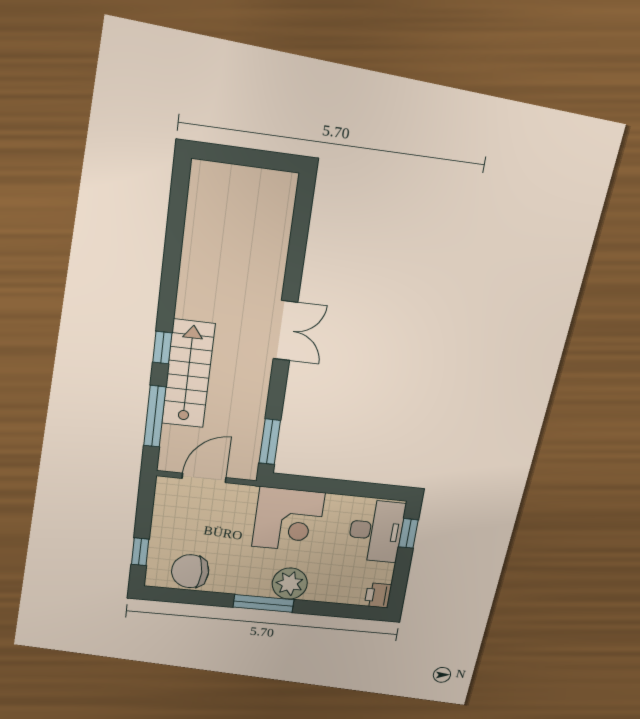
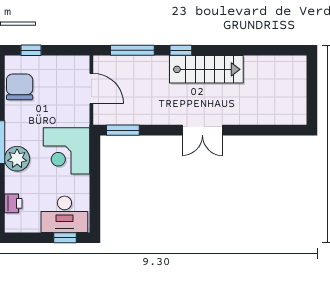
stairs: (188, 374) -> (206, 69), moved
printer: (378, 595) -> (13, 203), moved, turned 90

